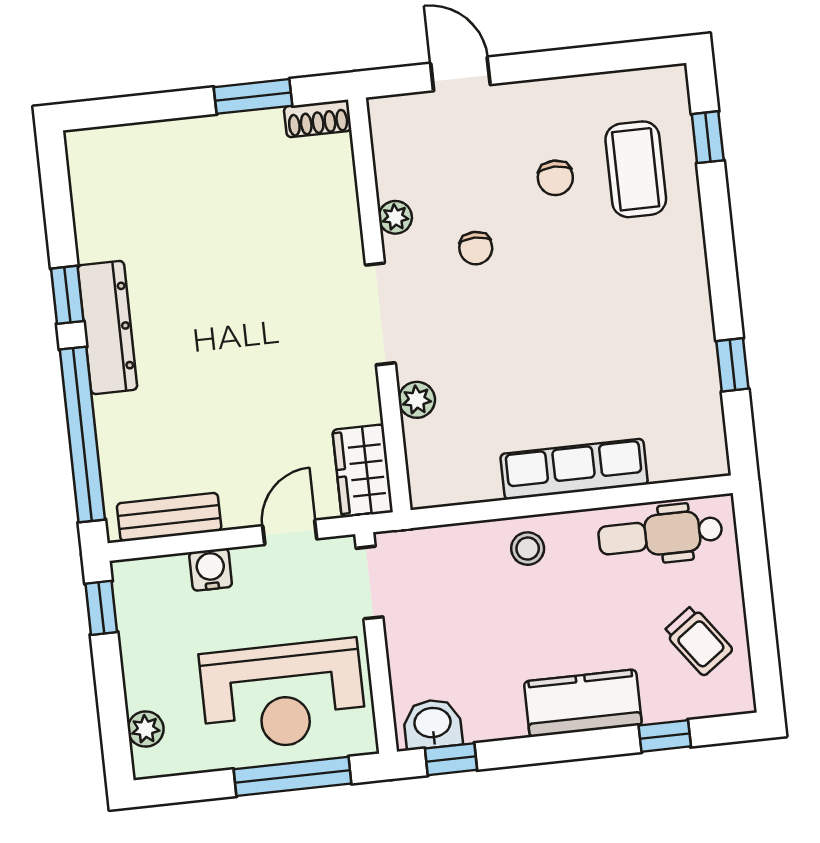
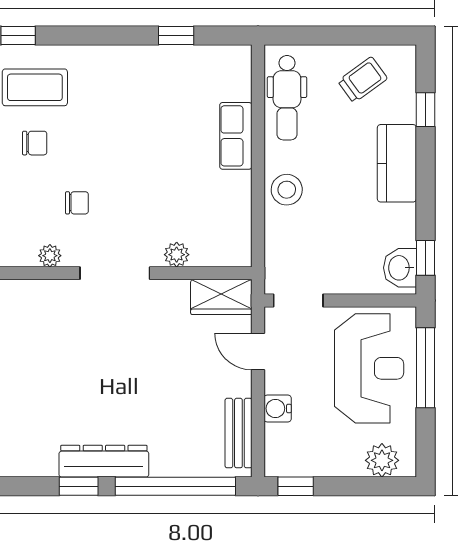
row of seats: (574, 469) -> (236, 136), width x0.68
stool: (528, 549) -> (287, 190), width x1.37, depth x1.37
plant: (146, 729) -> (382, 460), width x1.38, depth x1.38

